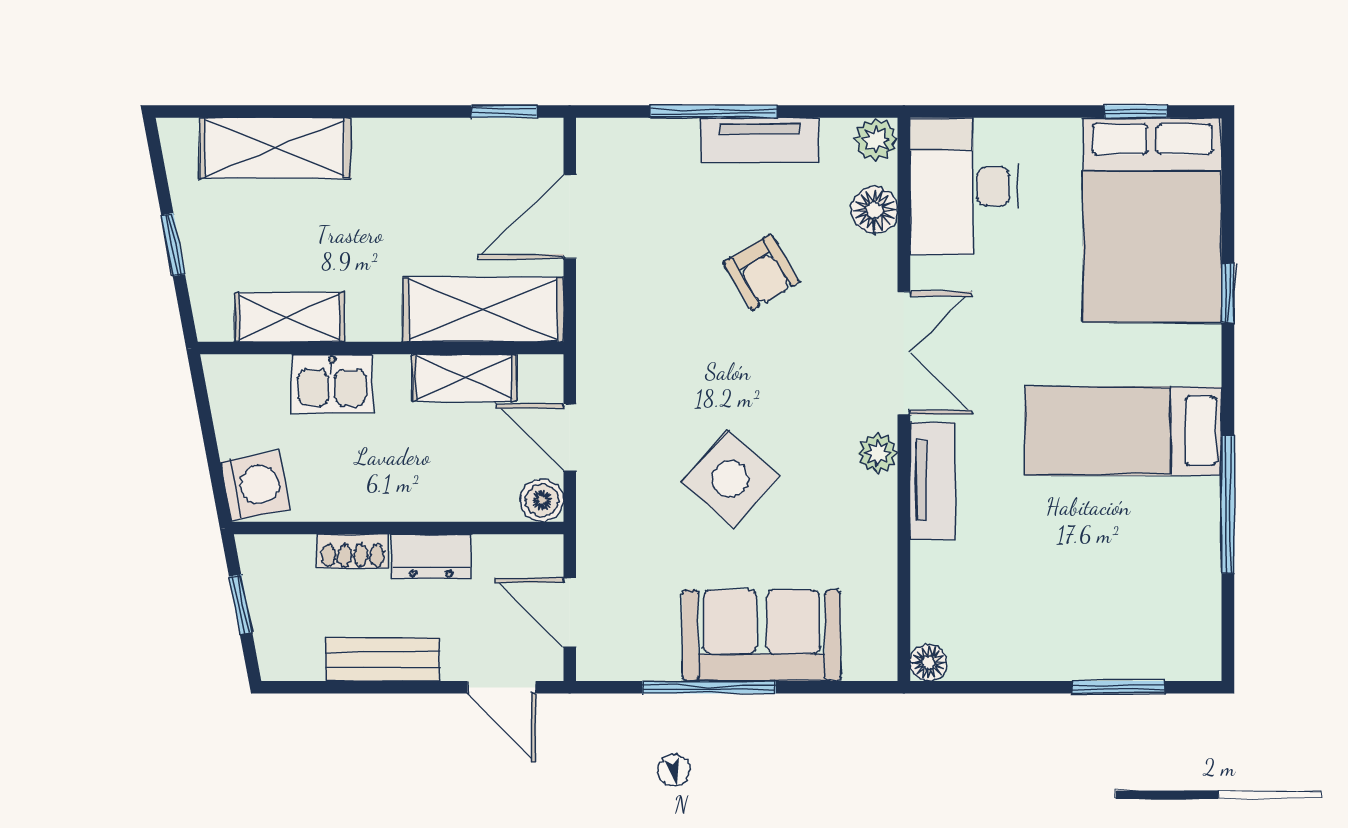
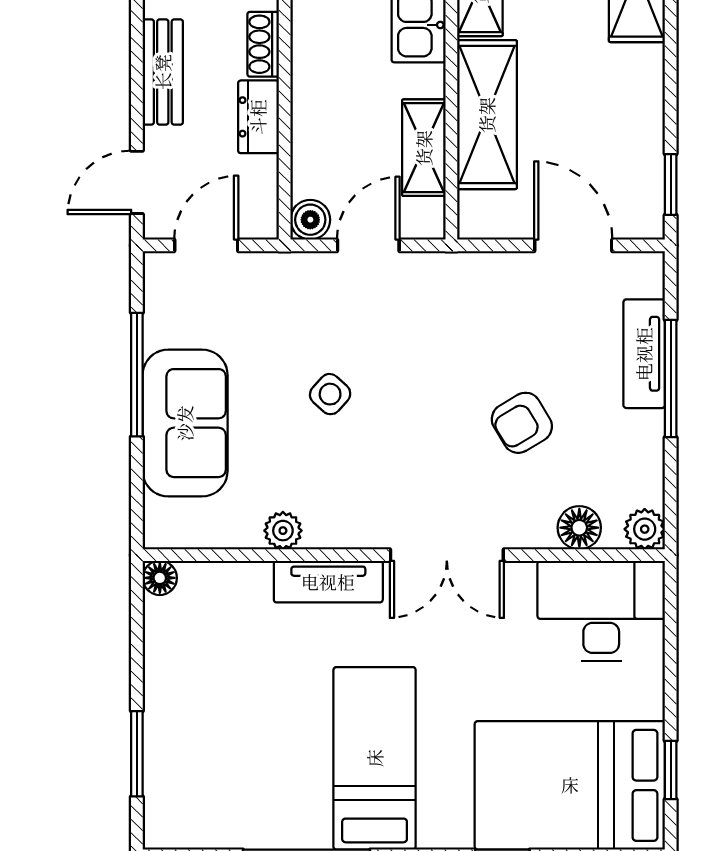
tv unit: (760, 140) -> (644, 354), moved
shelving: (483, 310) -> (487, 115), moved
plant: (877, 453) -> (283, 531), moved
side table: (730, 479) -> (330, 394), width x0.54, depth x0.54

